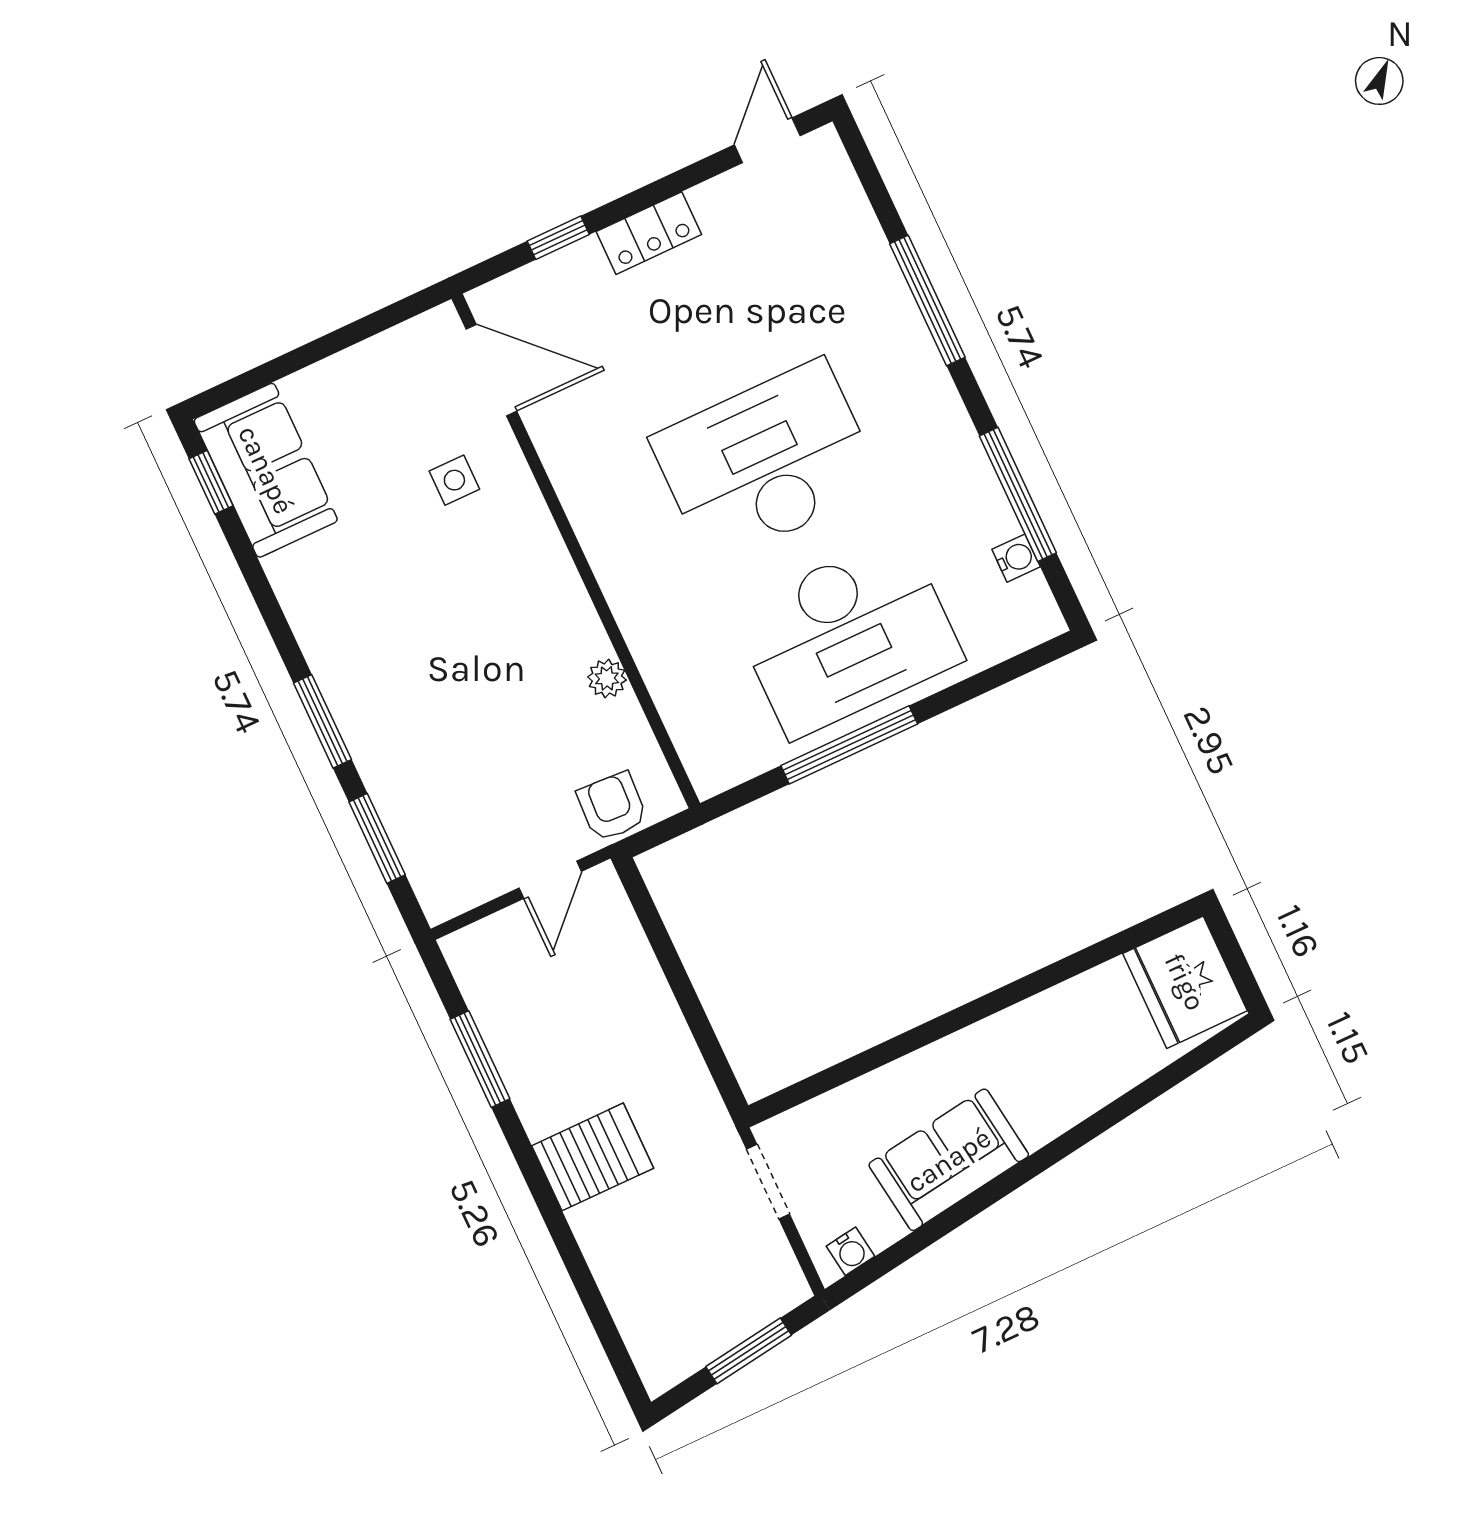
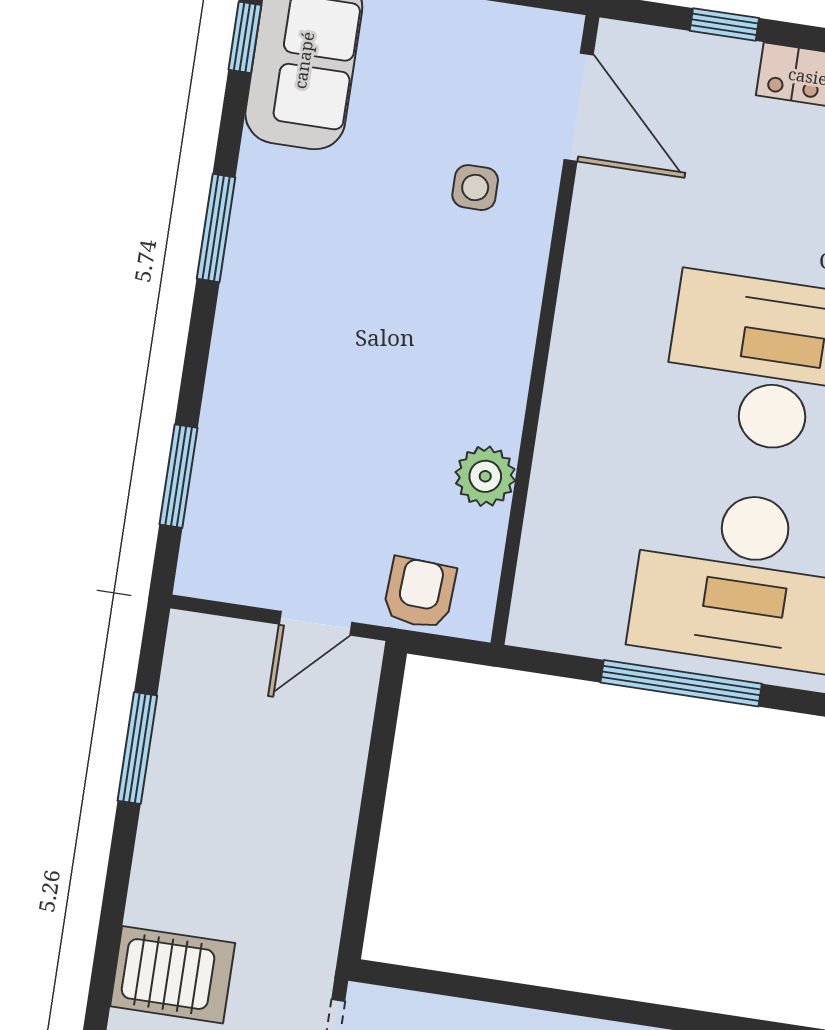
plant: (607, 678) -> (485, 476), width x1.38, depth x1.38
window: (322, 721) -> (216, 228), moved
server rack: (593, 1157) -> (173, 975), moved

